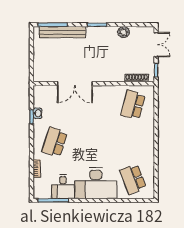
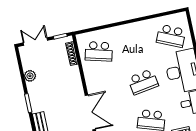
school desk: (94, 142) -> (143, 82), added
school desk: (133, 179) -> (171, 36), turned 45

